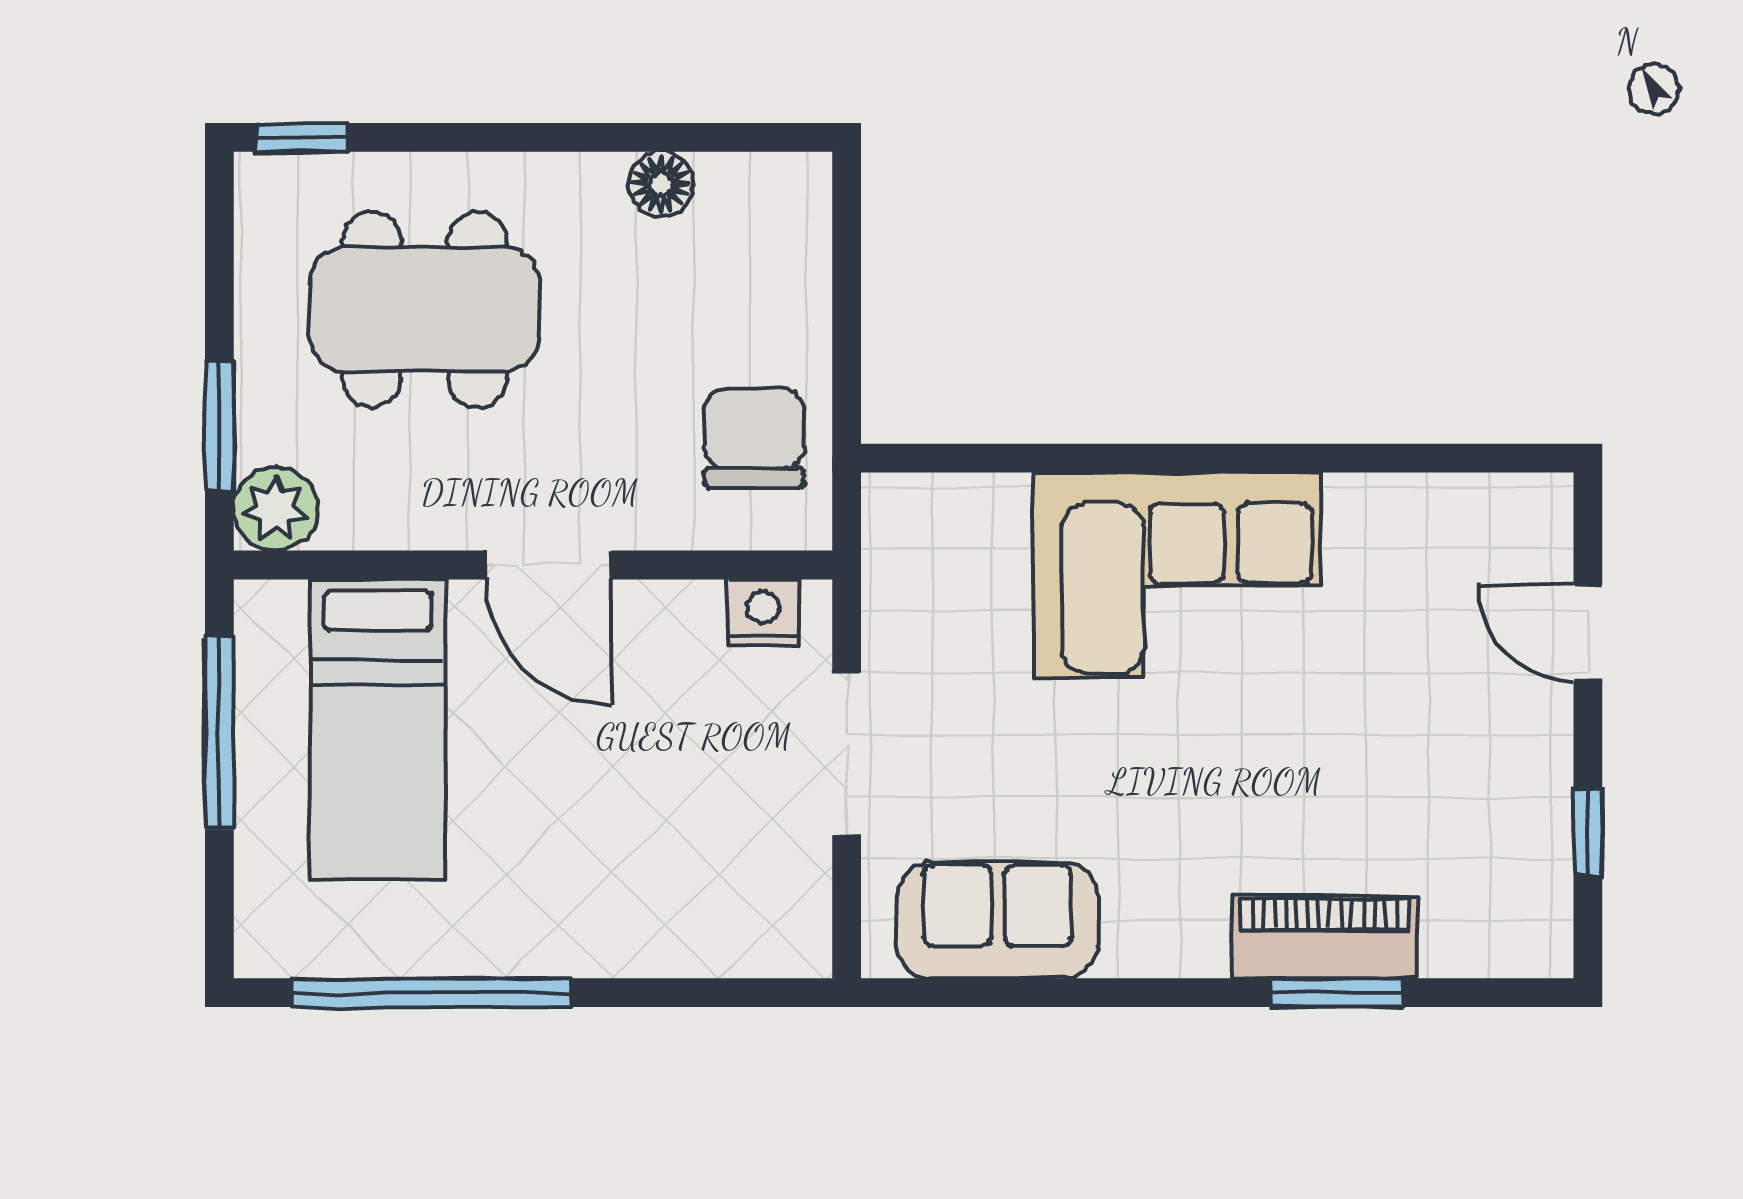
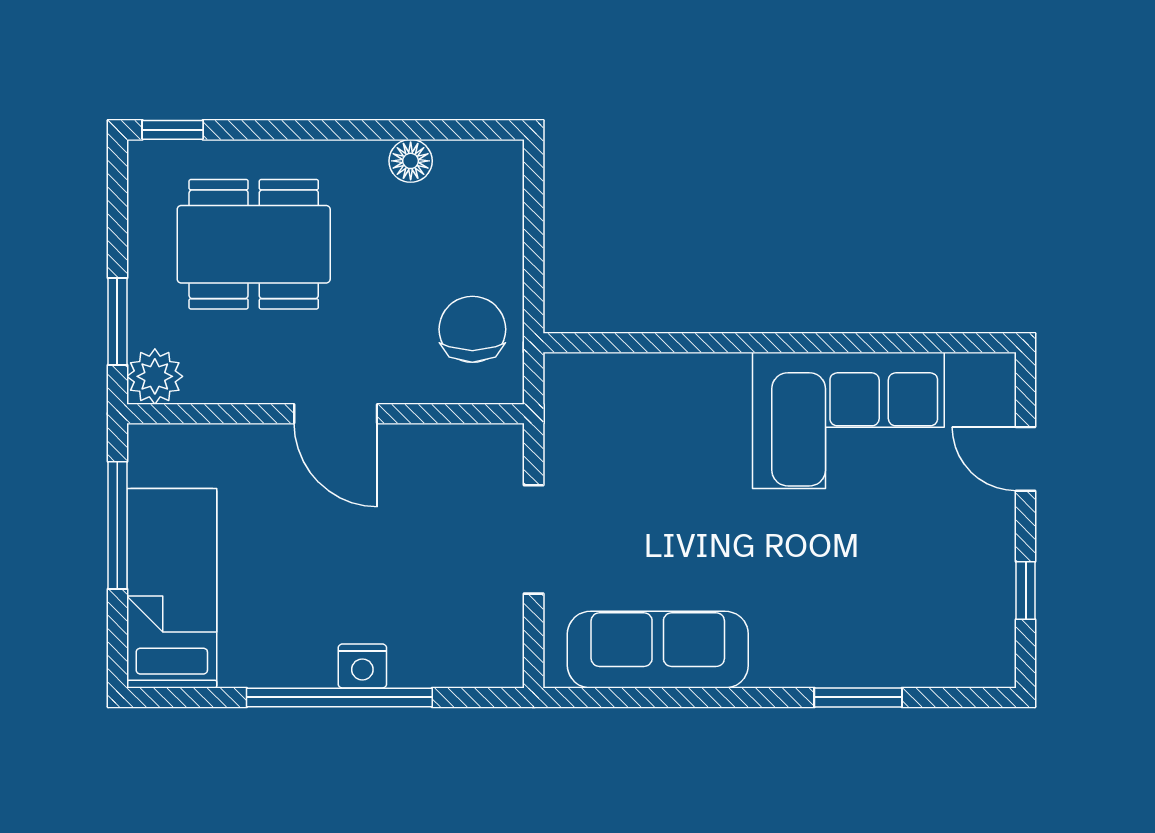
corner sofa: (1177, 575) -> (848, 420), moved
nightstand: (763, 613) -> (362, 666), moved, turned 180
bed: (378, 730) -> (172, 588), moved, turned 180
sofa: (998, 920) -> (658, 650), width x1.36
piano: (1325, 937) -> (851, 660), removed
window: (431, 993) -> (339, 697), moved

